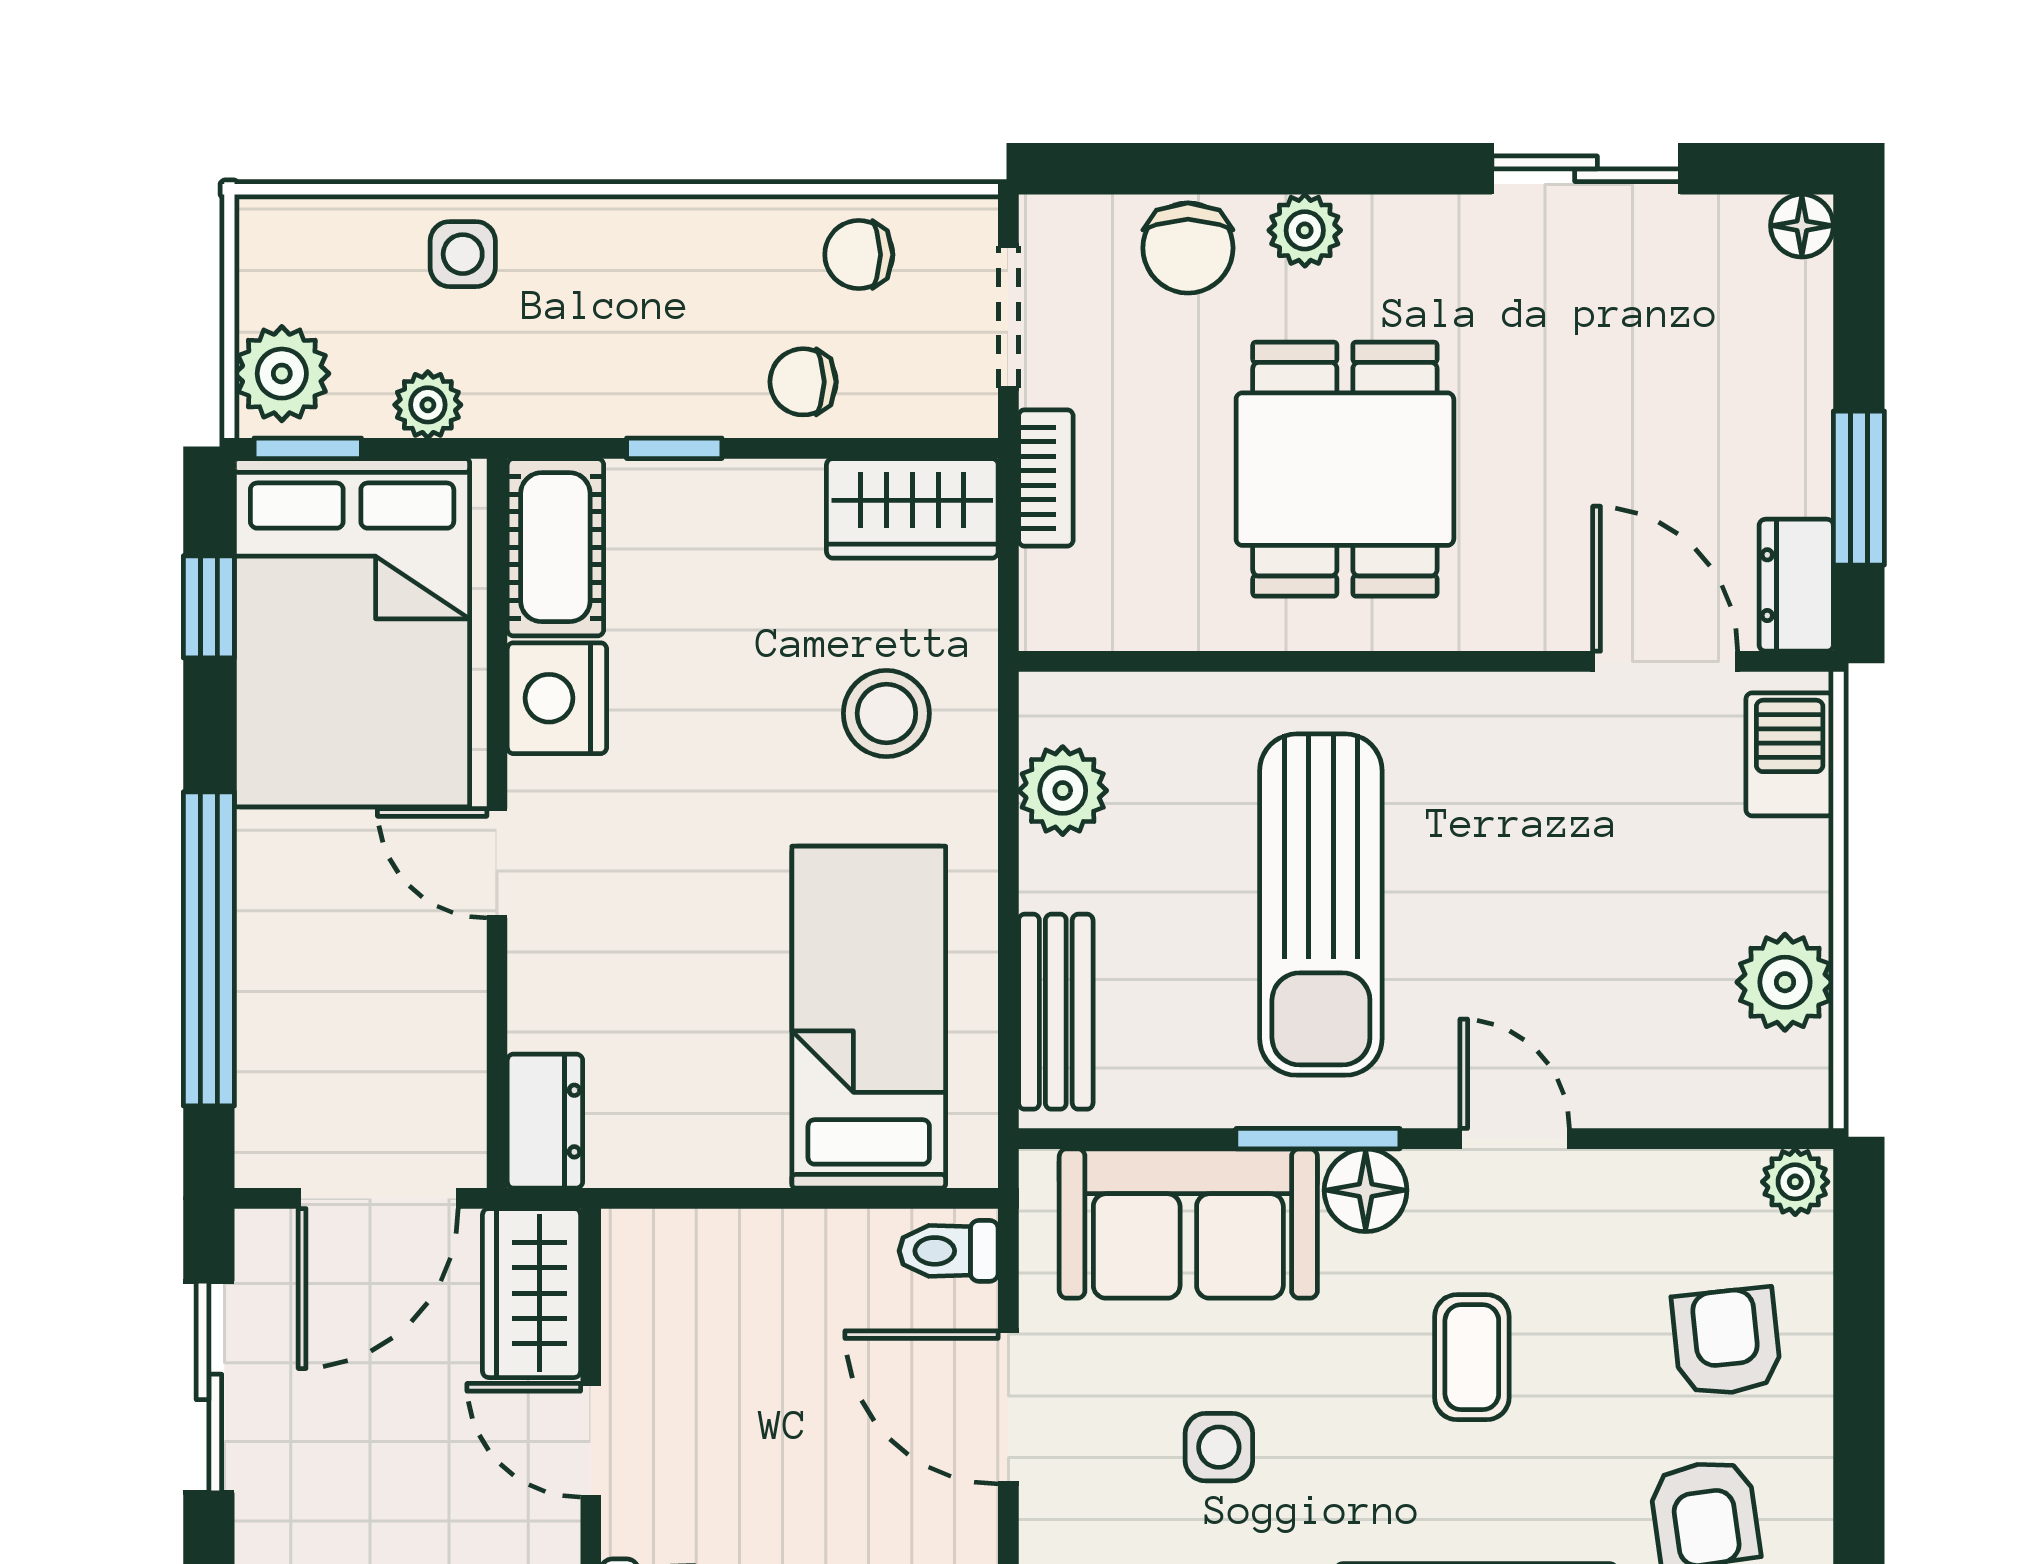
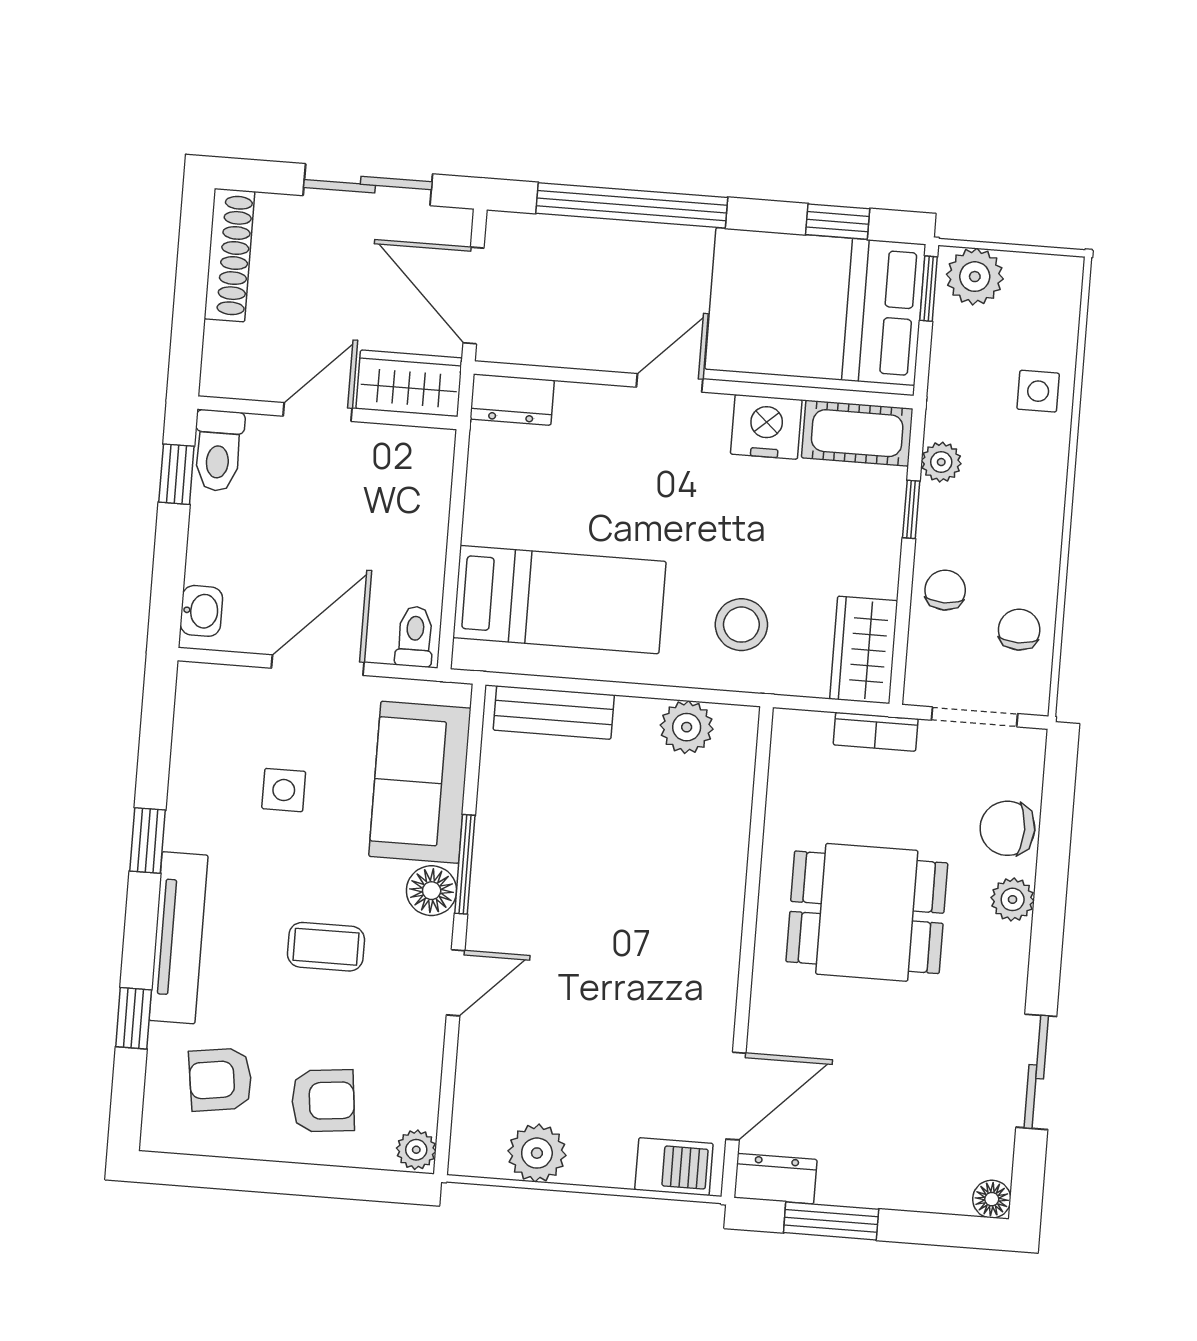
plant: (428, 405) -> (941, 462), moved
sun lounger: (1321, 905) -> (606, 877), removed

